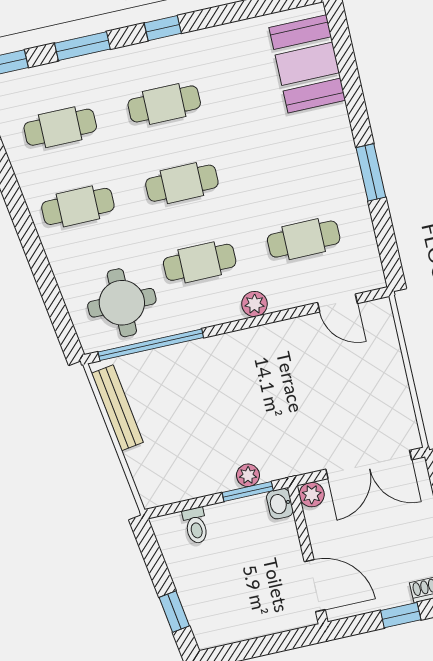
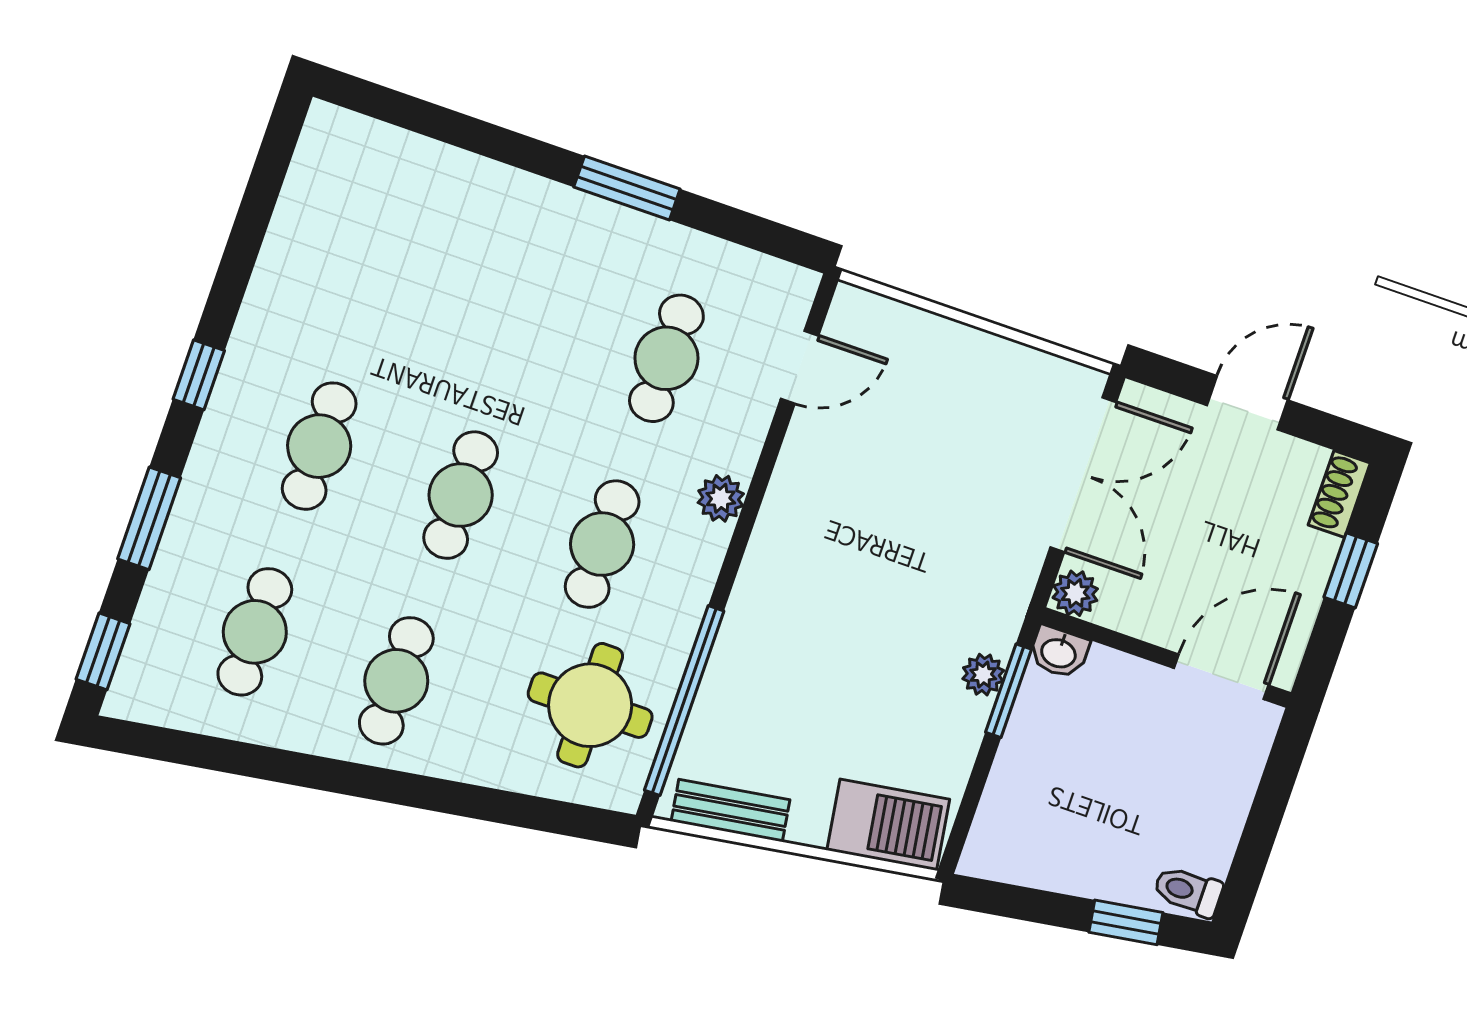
booth: (307, 64) -> (395, 183), removed
bench: (117, 408) -> (731, 811), width x0.73
barbecue: (152, 474) -> (888, 825), added
toilet: (196, 526) -> (1188, 891), moved, turned 180

